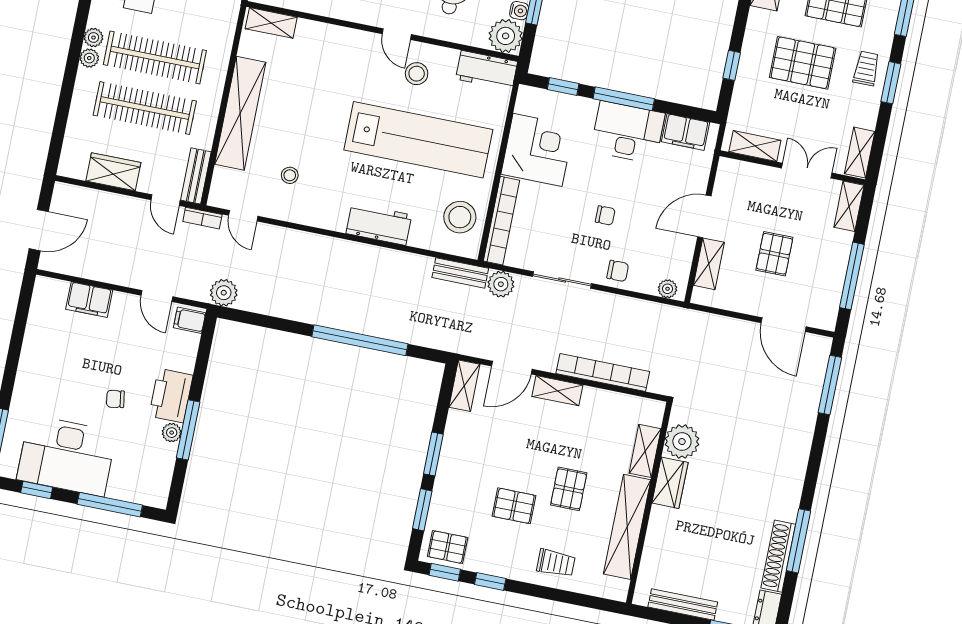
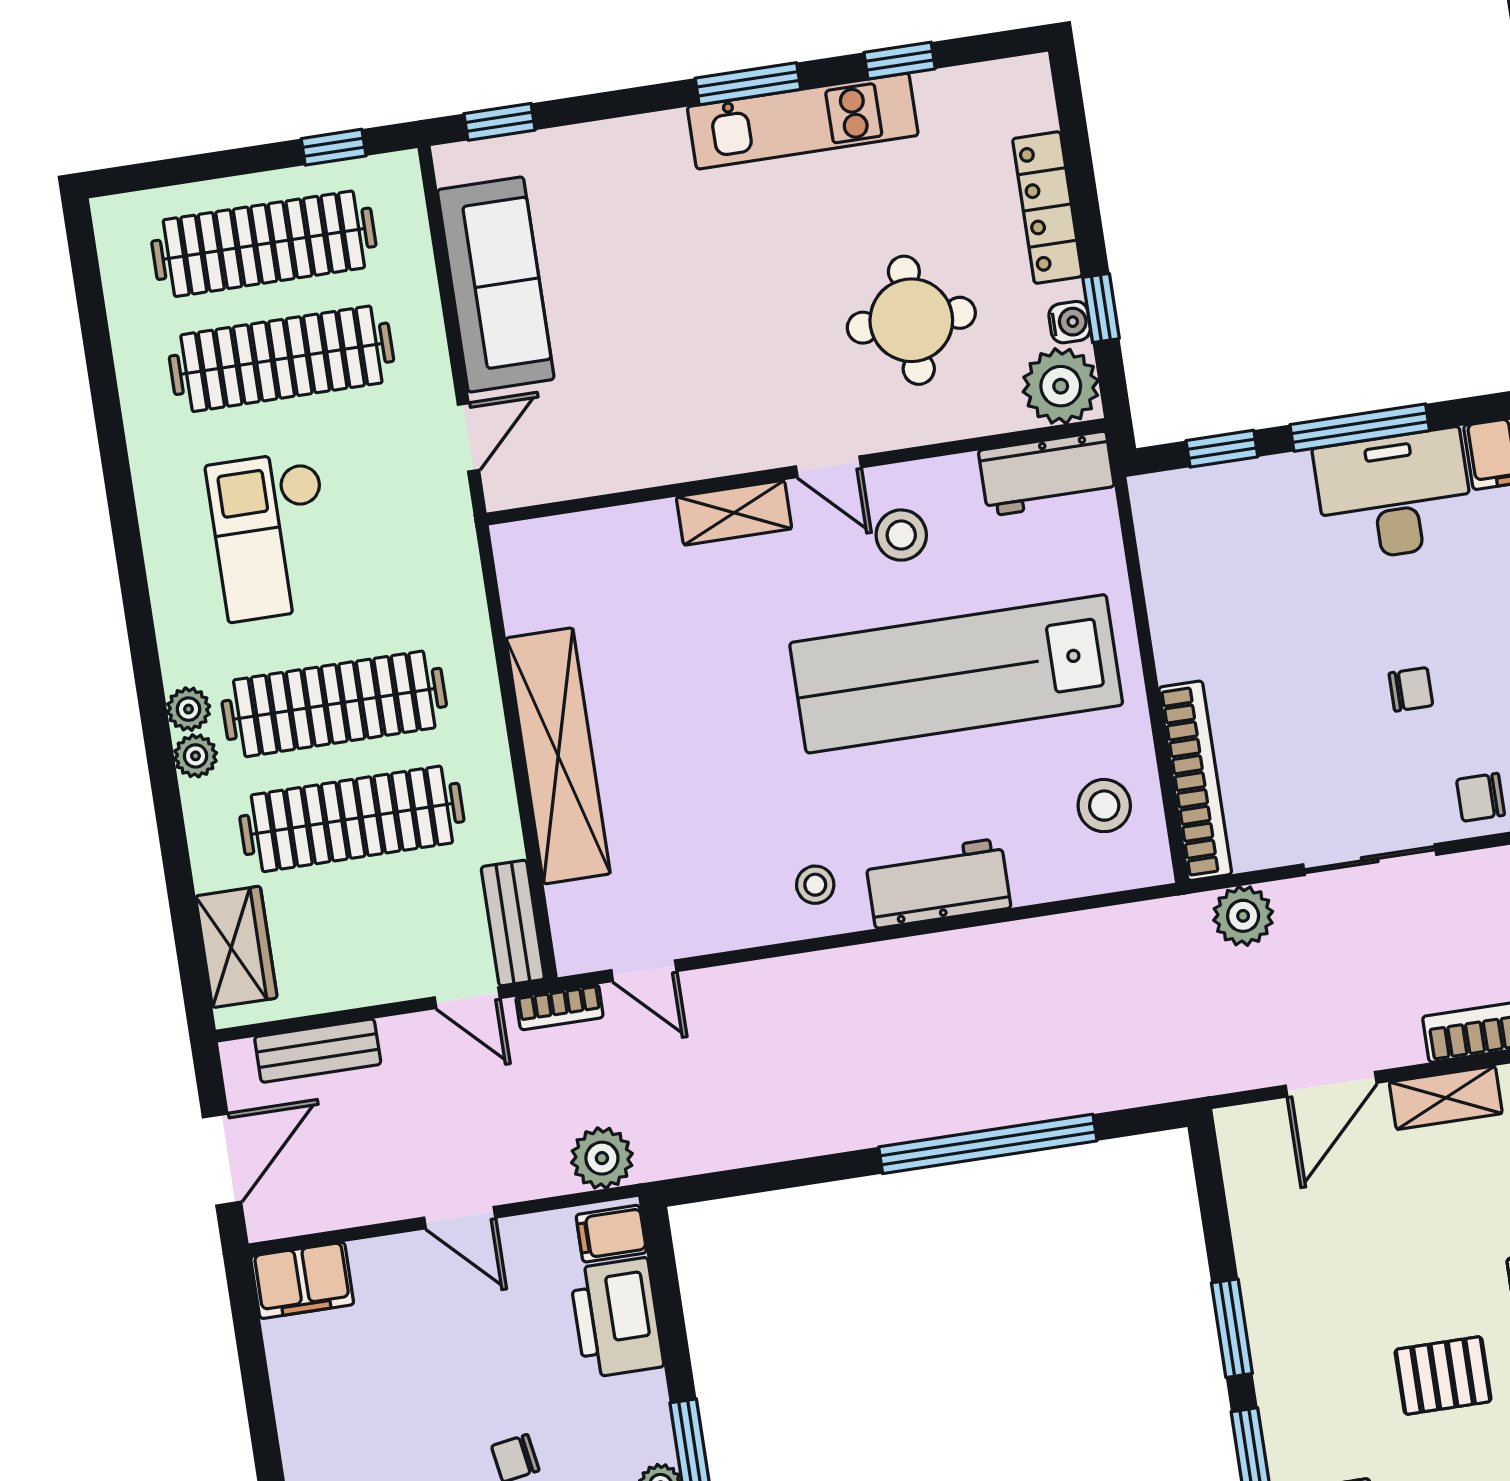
shelving: (271, 23) -> (734, 513), moved
lab bench: (418, 140) -> (956, 674), turned 180
corner desk: (537, 150) -> (1217, 603), removed
wardrobe: (113, 172) -> (236, 947), moved, turned 90
stool: (290, 175) -> (815, 885), moved
stool: (460, 217) -> (1104, 806), width x0.73, depth x0.73
chair: (618, 271) -> (1481, 797), turned 180
bench: (460, 273) -> (318, 1051), moved
plant: (224, 293) -> (602, 1158), moved
door: (157, 296) -> (460, 1218), moved
filing cabinet: (89, 300) -> (302, 1280), moved
shelving: (464, 386) -> (1245, 1159), removed
printer: (171, 396) -> (616, 1318), moved

